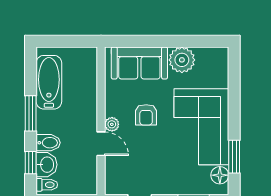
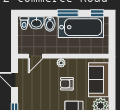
bathtub: (49, 82) -> (81, 27), width x1.36, depth x1.36
door: (101, 144) -> (36, 56), moved
window: (31, 163) -> (97, 13), moved

